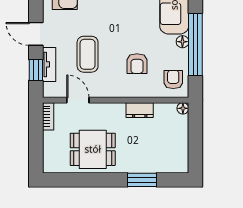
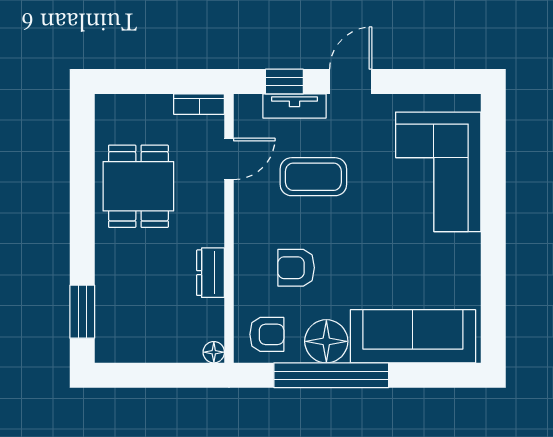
floor lamp: (182, 42) -> (326, 341), width x1.89, depth x1.89
window: (142, 180) -> (82, 312), moved

